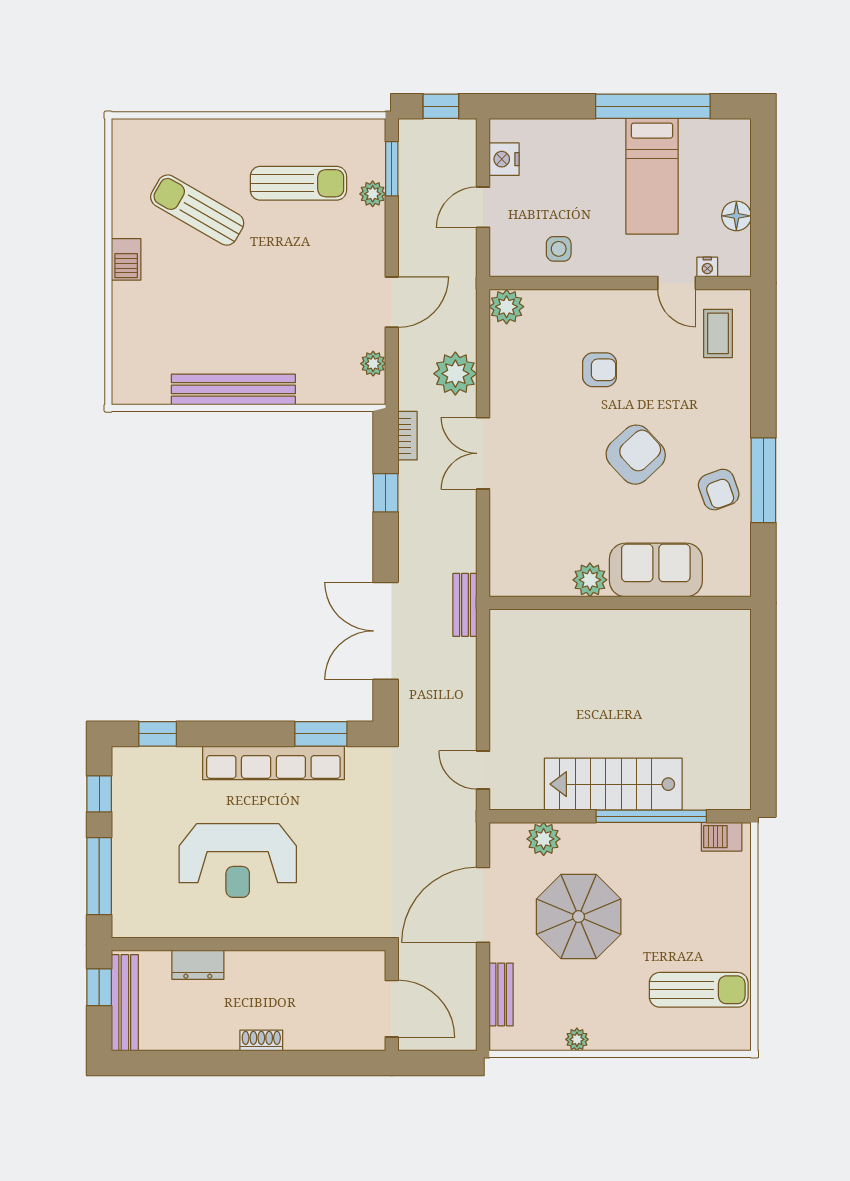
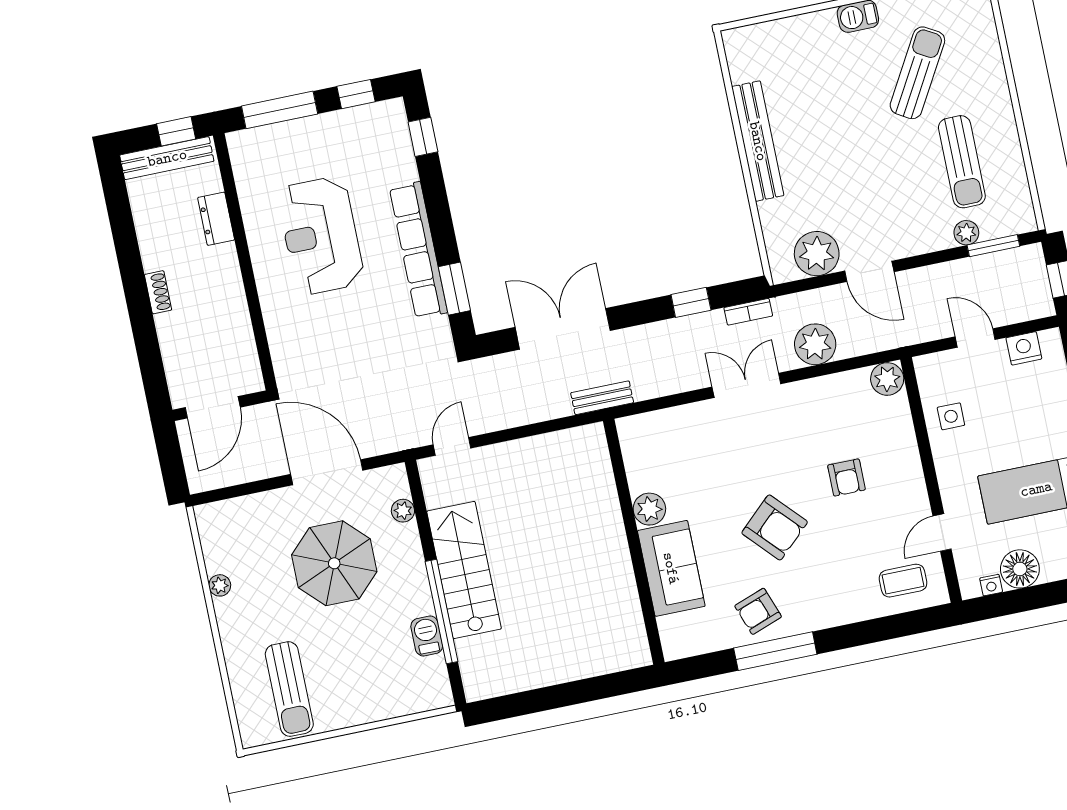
floor lamp: (736, 216) -> (1020, 569), width x1.38, depth x1.38
nightstand: (707, 267) -> (991, 585), moved, turned -90
plant: (373, 364) -> (817, 254), width x1.88, depth x1.88
barbecue: (722, 837) -> (427, 636), moved
plant: (544, 839) -> (403, 511), width x0.73, depth x0.73
bench: (501, 994) -> (247, 506), removed

